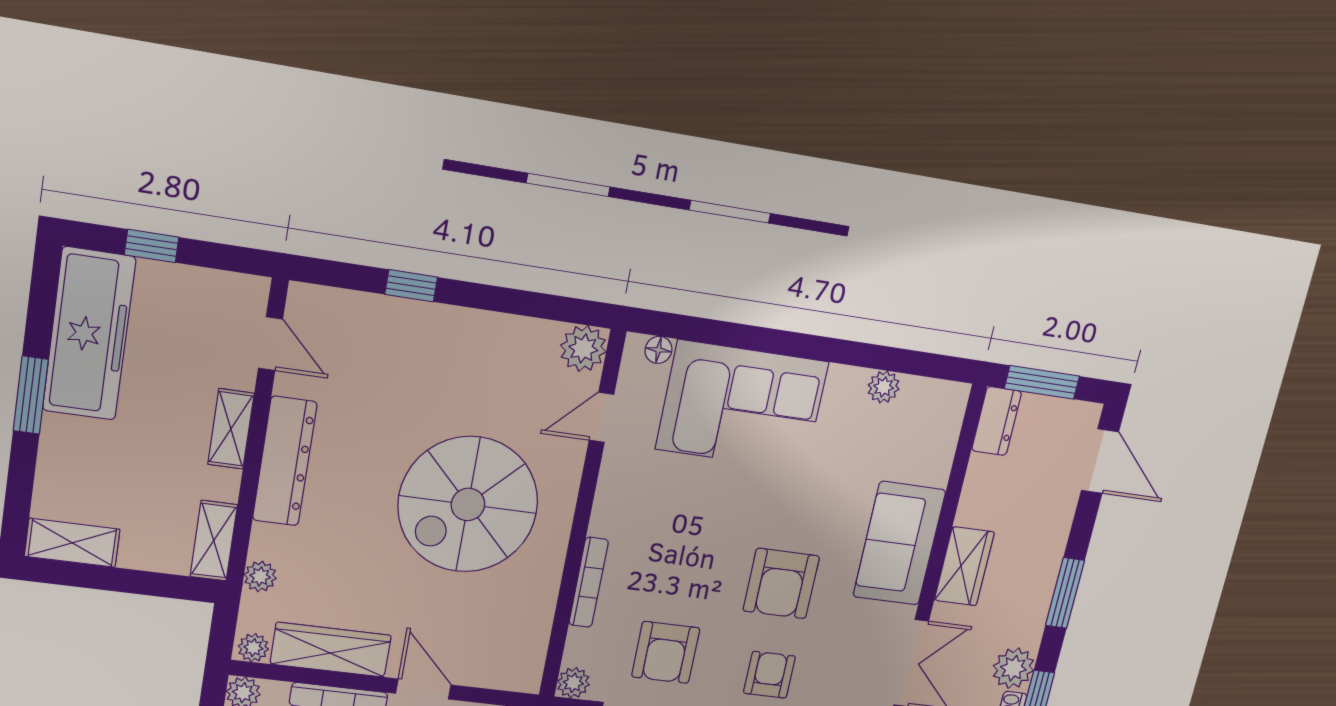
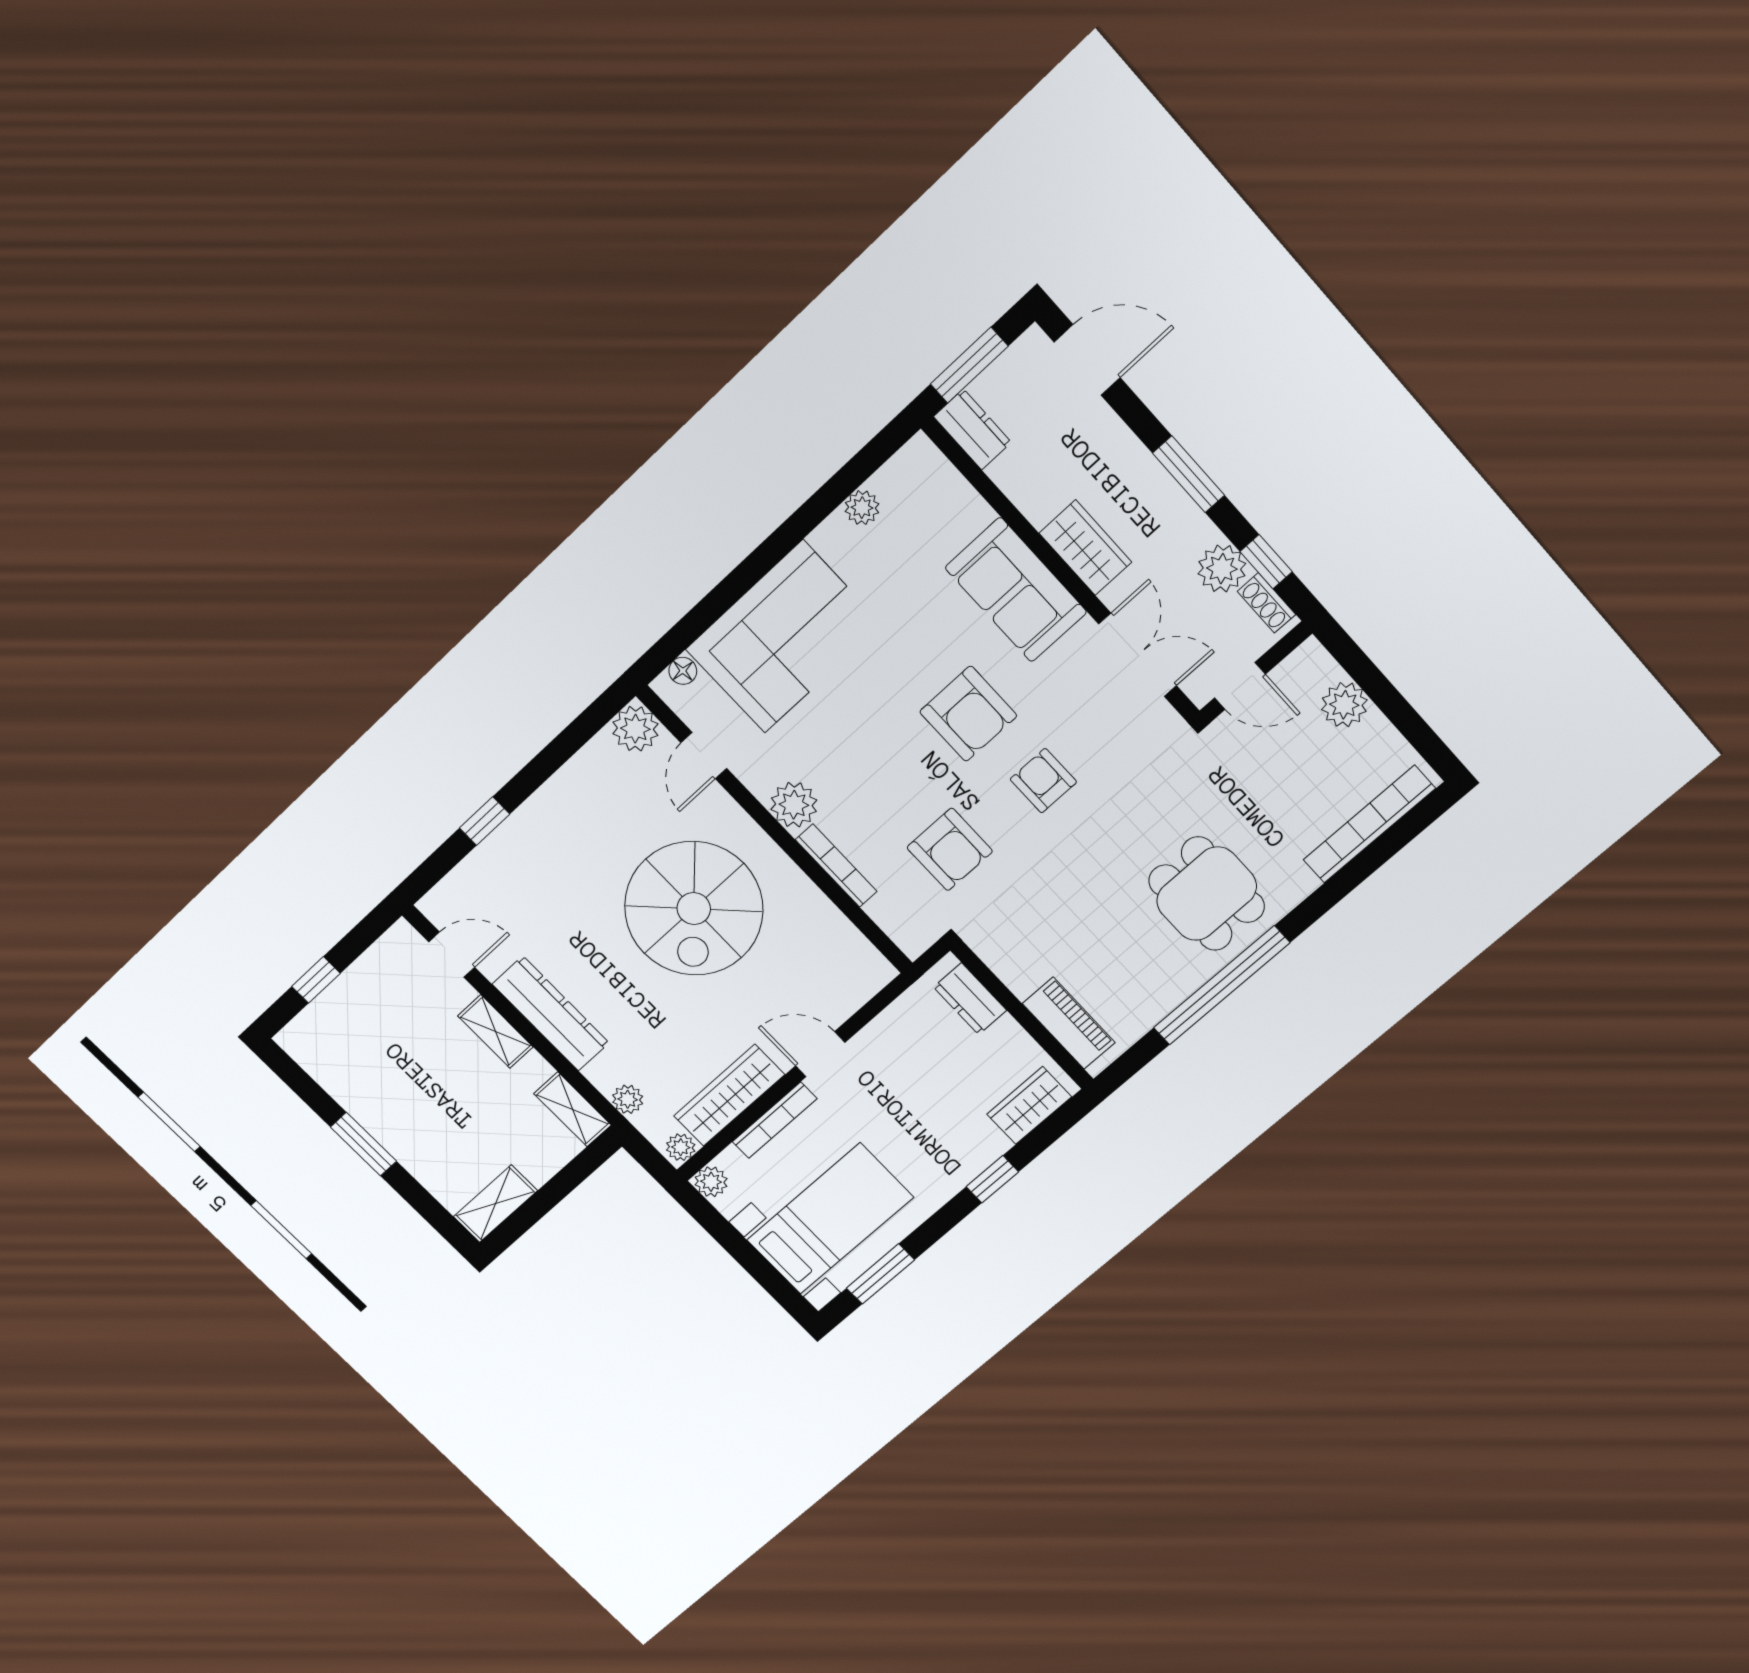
freezer: (89, 334) -> (349, 1071), removed
plant: (573, 683) -> (794, 805), moved, width x1.38, depth x1.38

